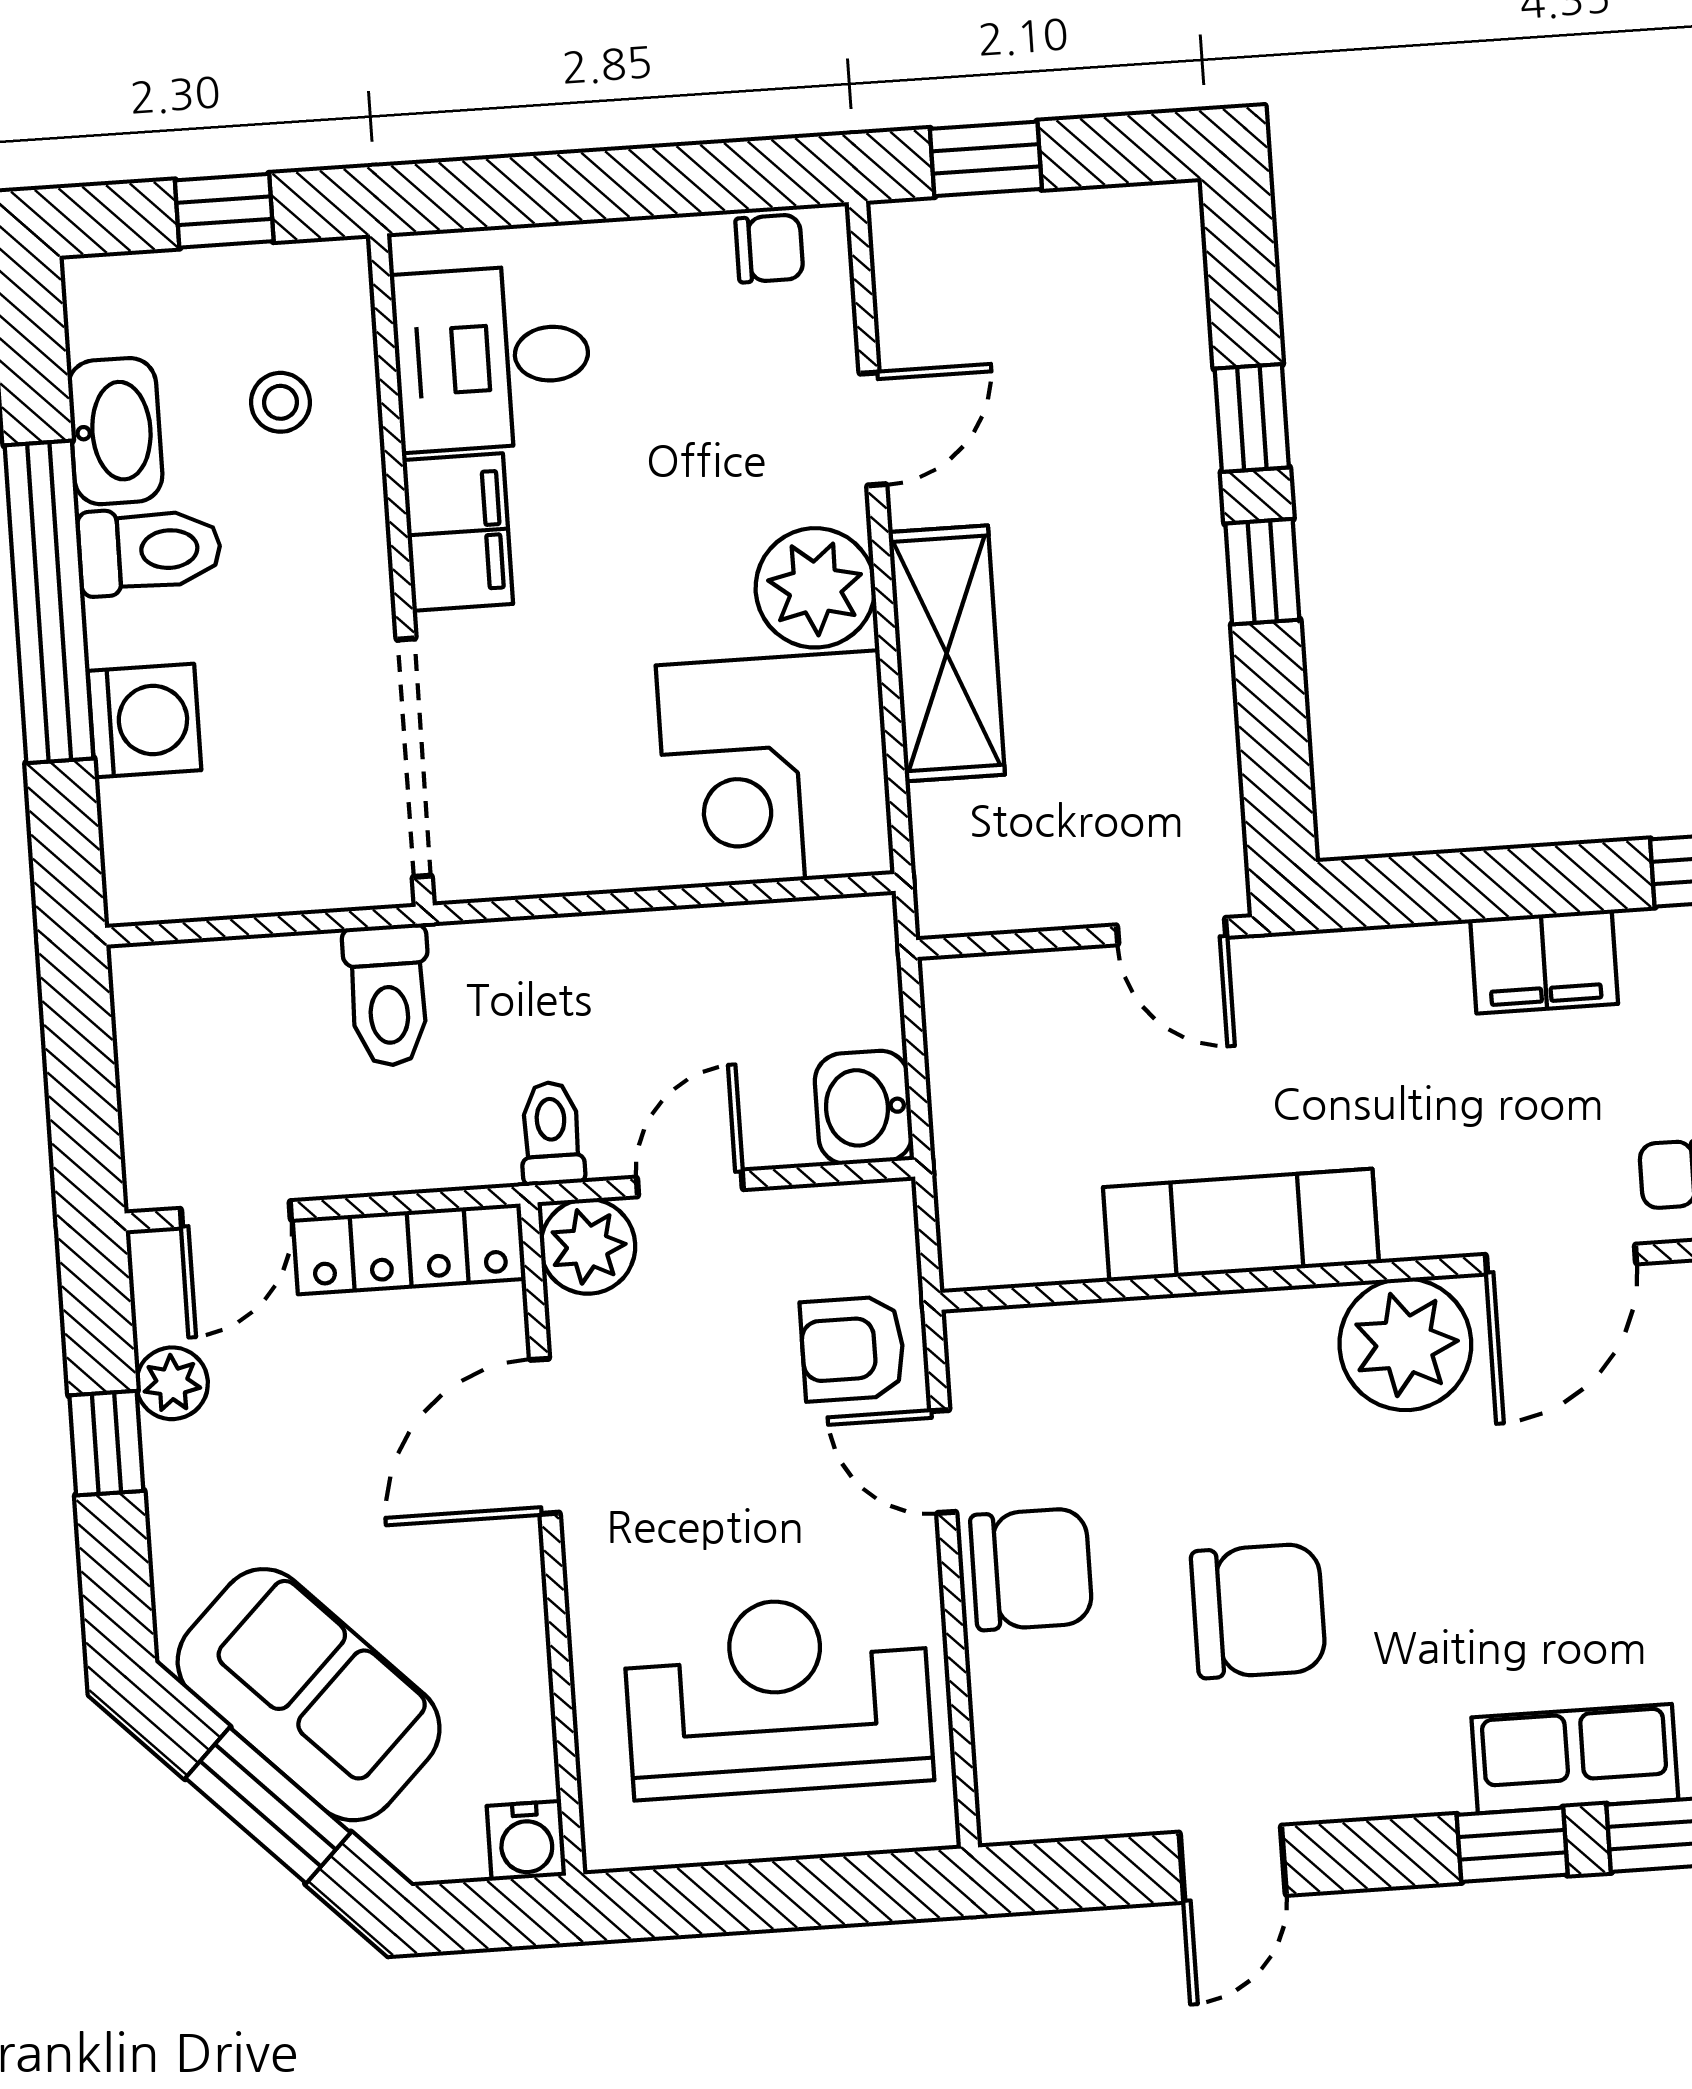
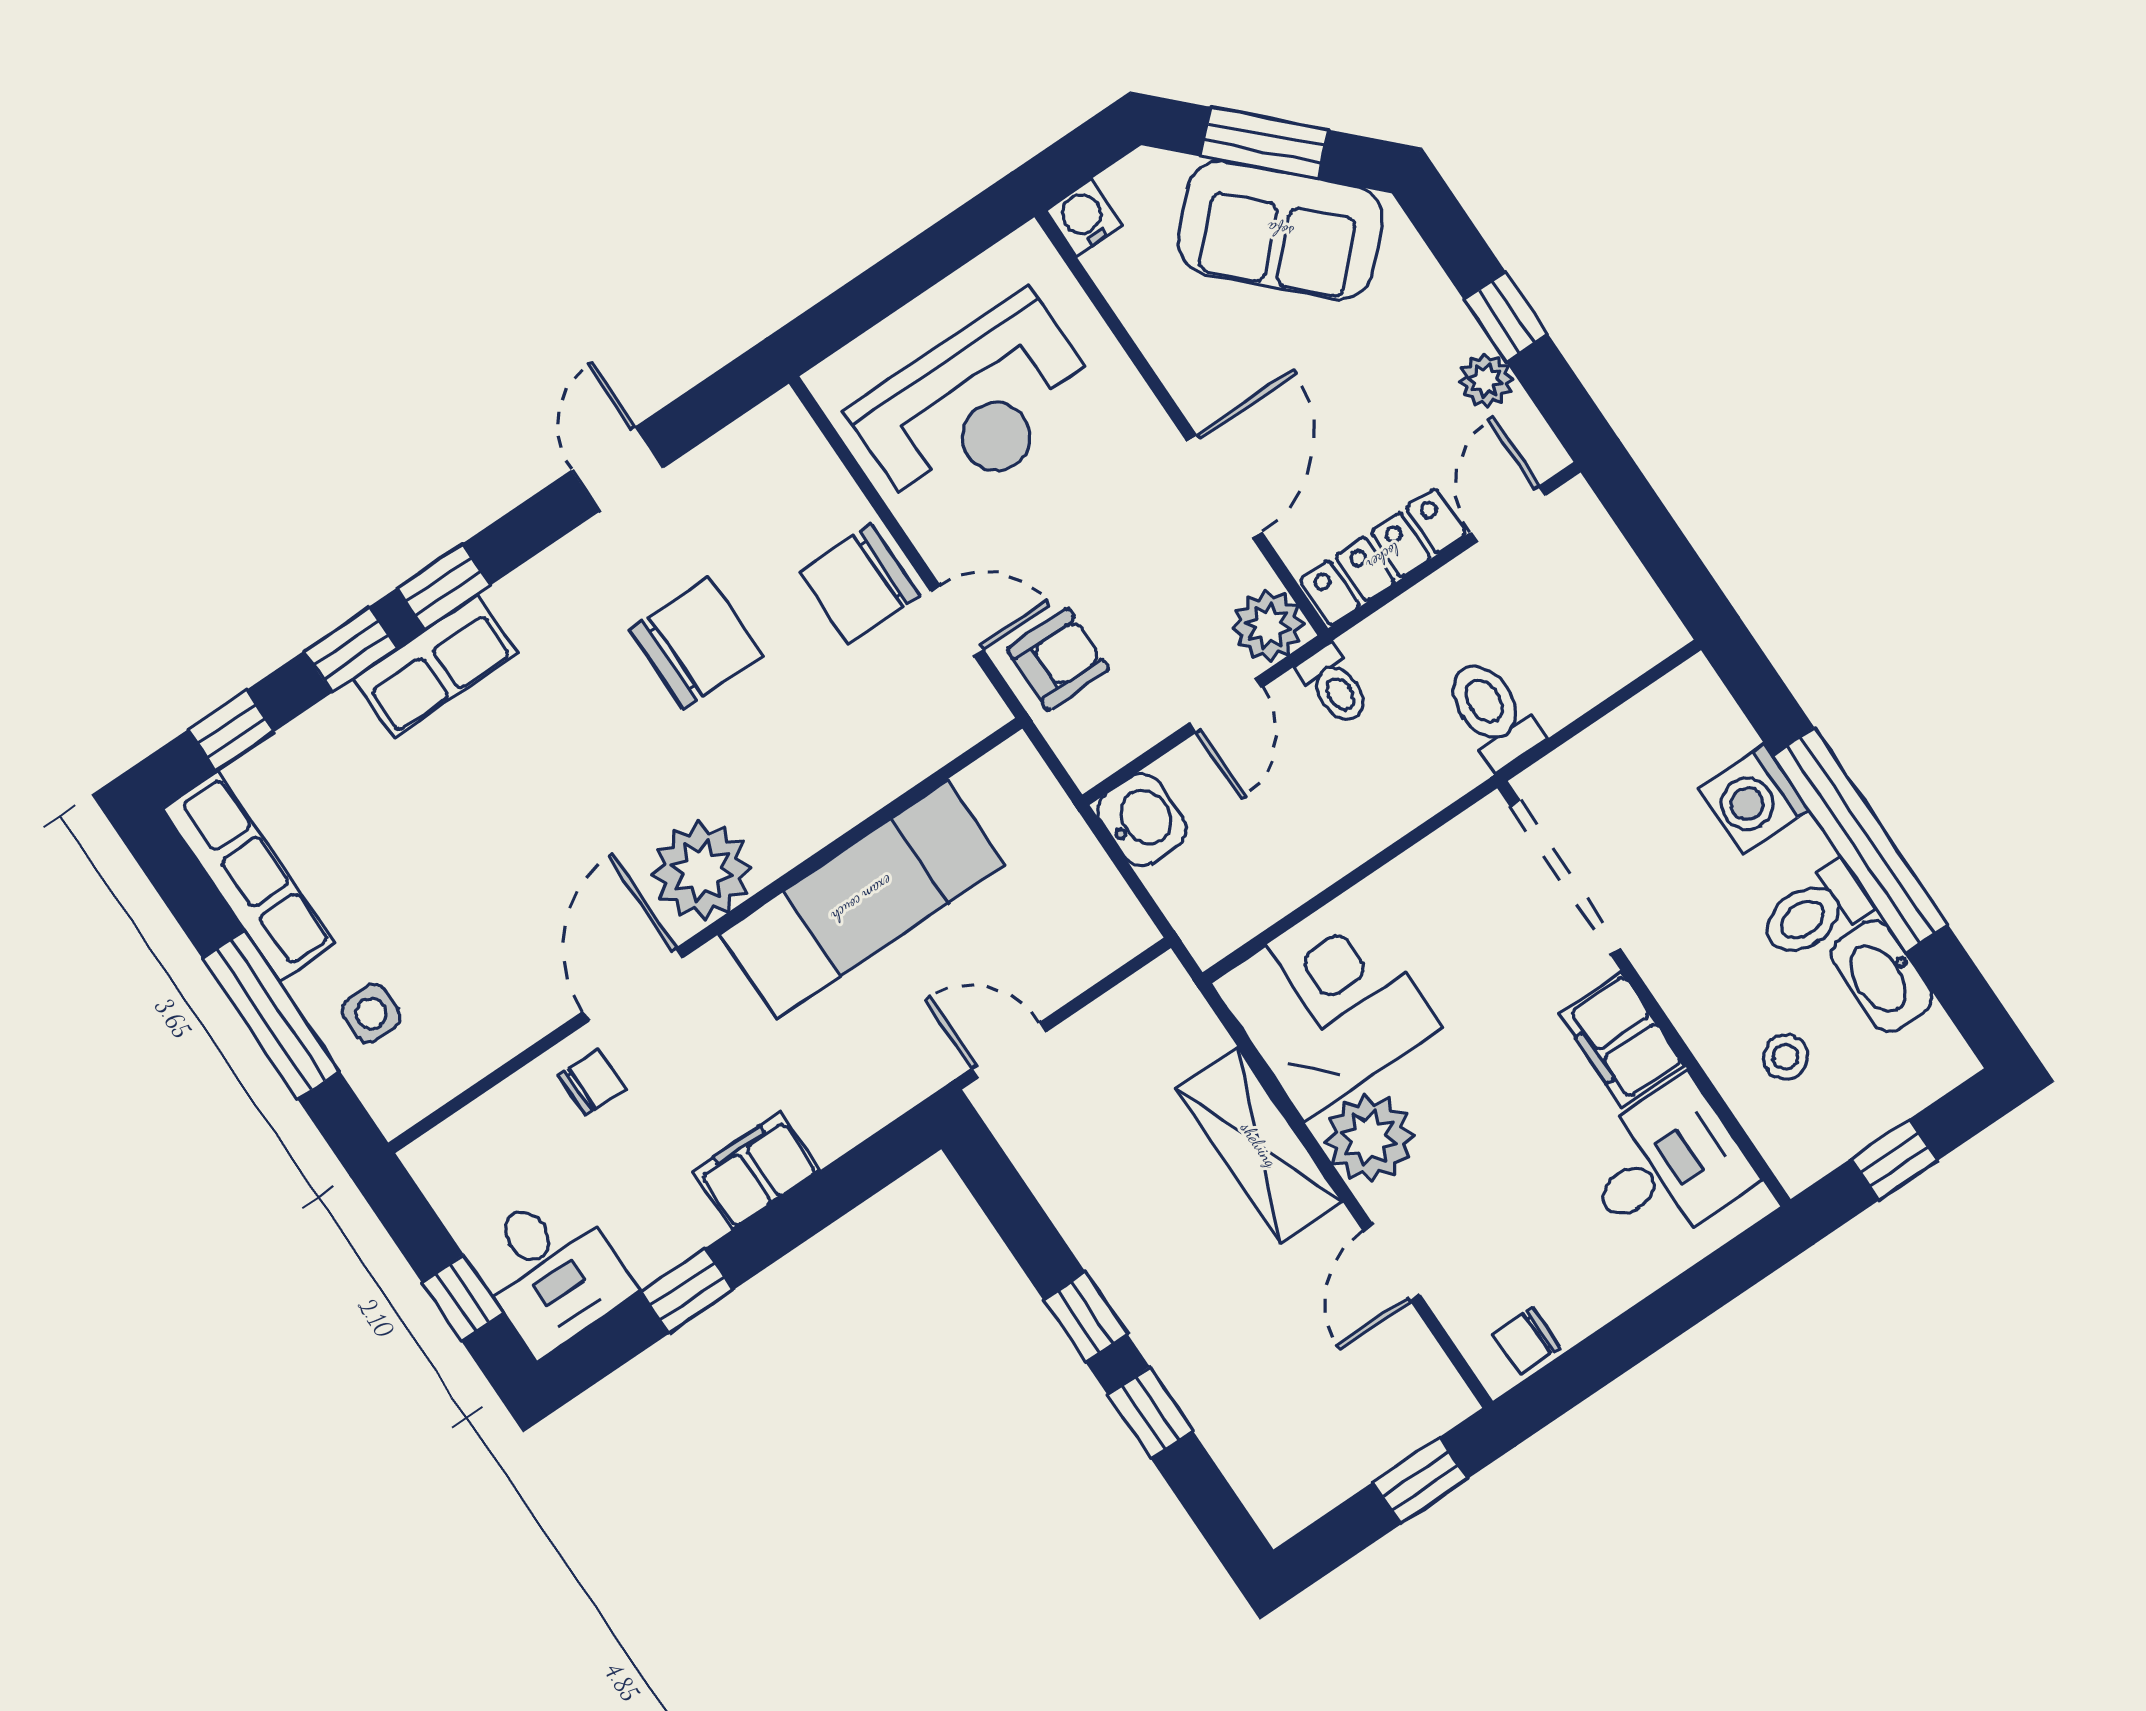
exam couch: (1241, 1225) -> (862, 899), width x1.36, depth x1.45
chair: (1258, 1611) -> (696, 643), turned 180

